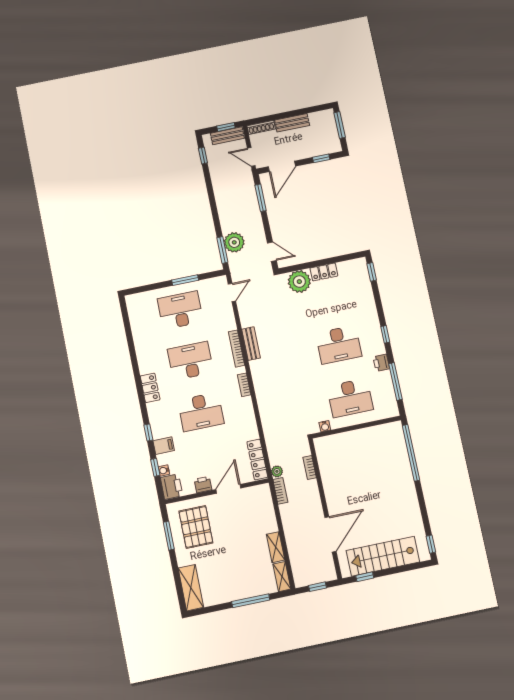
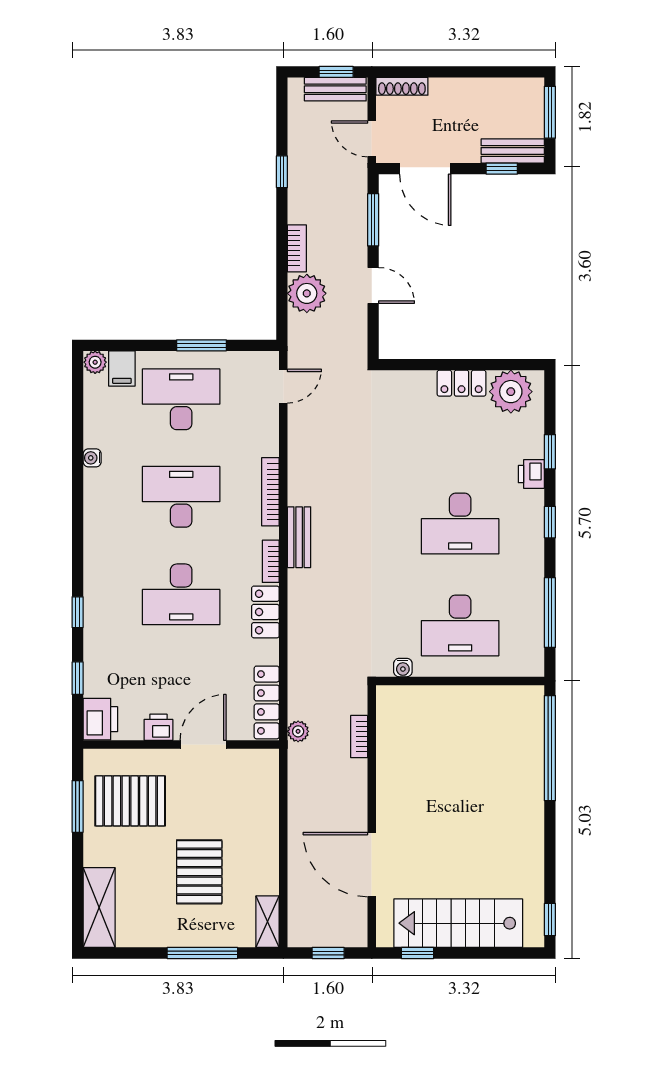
bench: (292, 123) -> (513, 151), moved
window: (203, 156) -> (282, 172), moved
door: (282, 166) -> (425, 169), hinge flipped
window: (222, 250) -> (282, 303), removed
door: (272, 252) -> (373, 285), moved
window: (372, 272) -> (550, 452), moved
plant: (299, 282) -> (511, 392), moved
plant: (132, 300) -> (95, 362), added
bench: (251, 344) -> (299, 537), moved
printer: (381, 363) -> (531, 474), moved
locker: (150, 388) -> (265, 612), moved, turned 180
filing cabinet: (164, 446) -> (122, 369), moved, turned 90
water cooler: (164, 470) -> (92, 458), moved
bookcase: (280, 491) -> (297, 248), moved
pallet: (196, 527) -> (130, 801), turned 90
door: (331, 534) -> (372, 865), swing flipped
shelving: (276, 547) -> (267, 867), removed
pallet: (240, 557) -> (199, 872), added

